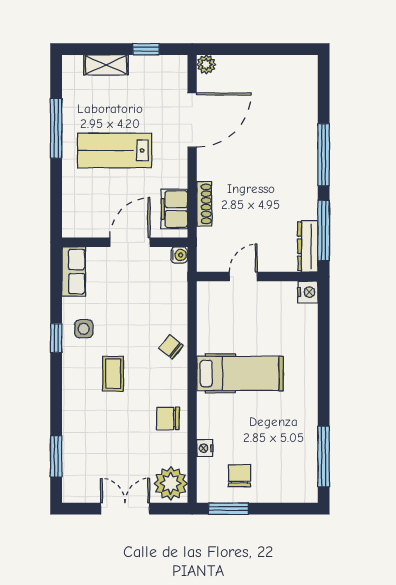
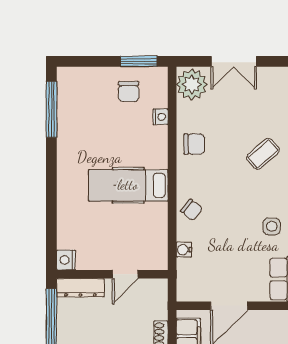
dresser: (308, 246) -> (80, 288), moved, turned 90
water cooler: (179, 255) -> (184, 250), moved
coffee table: (113, 374) -> (263, 154), moved, turned 49

